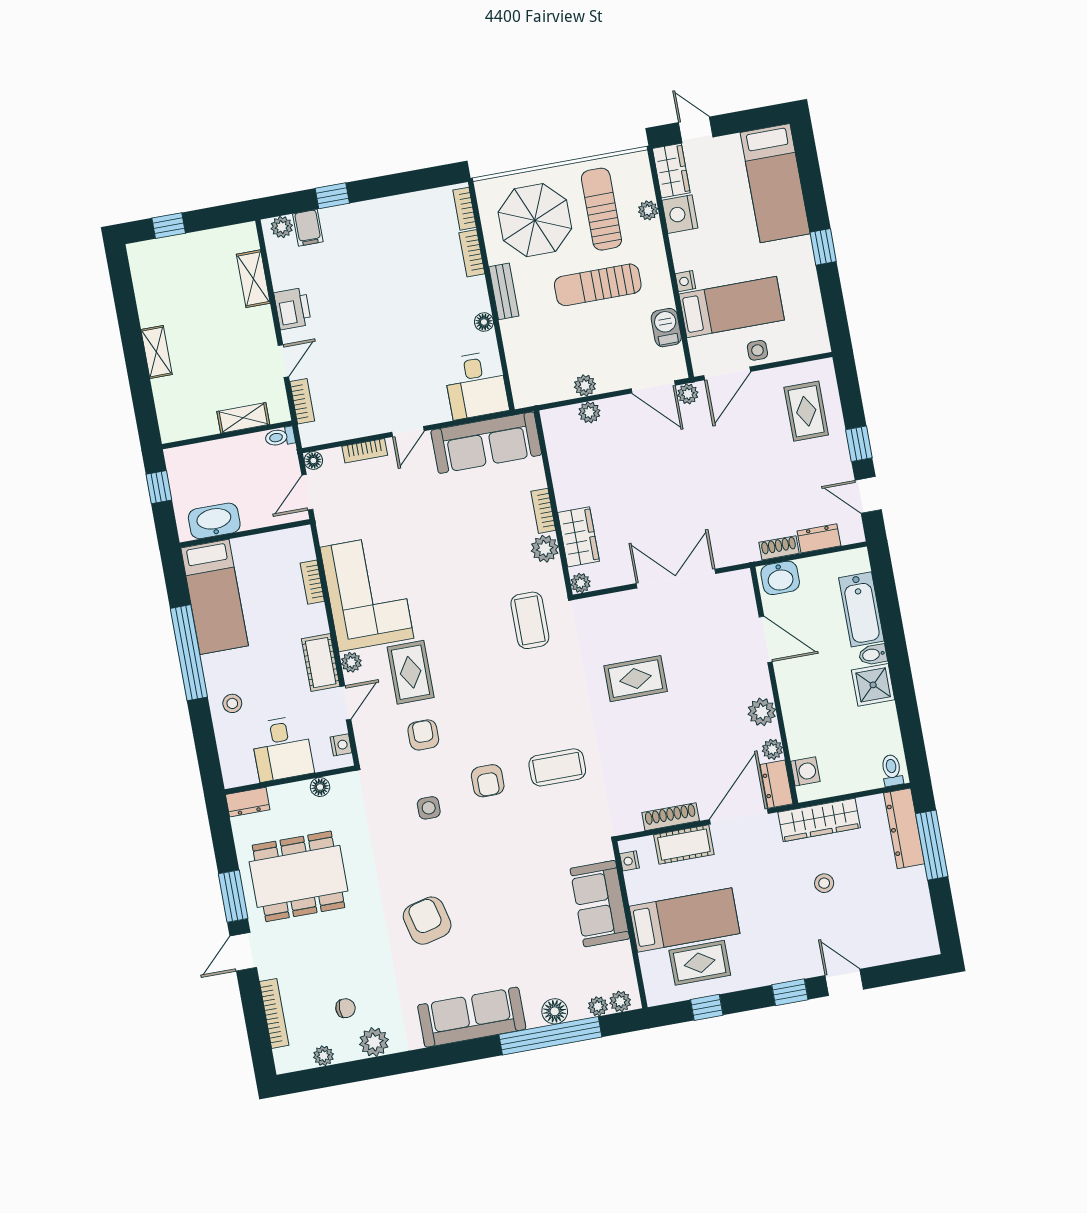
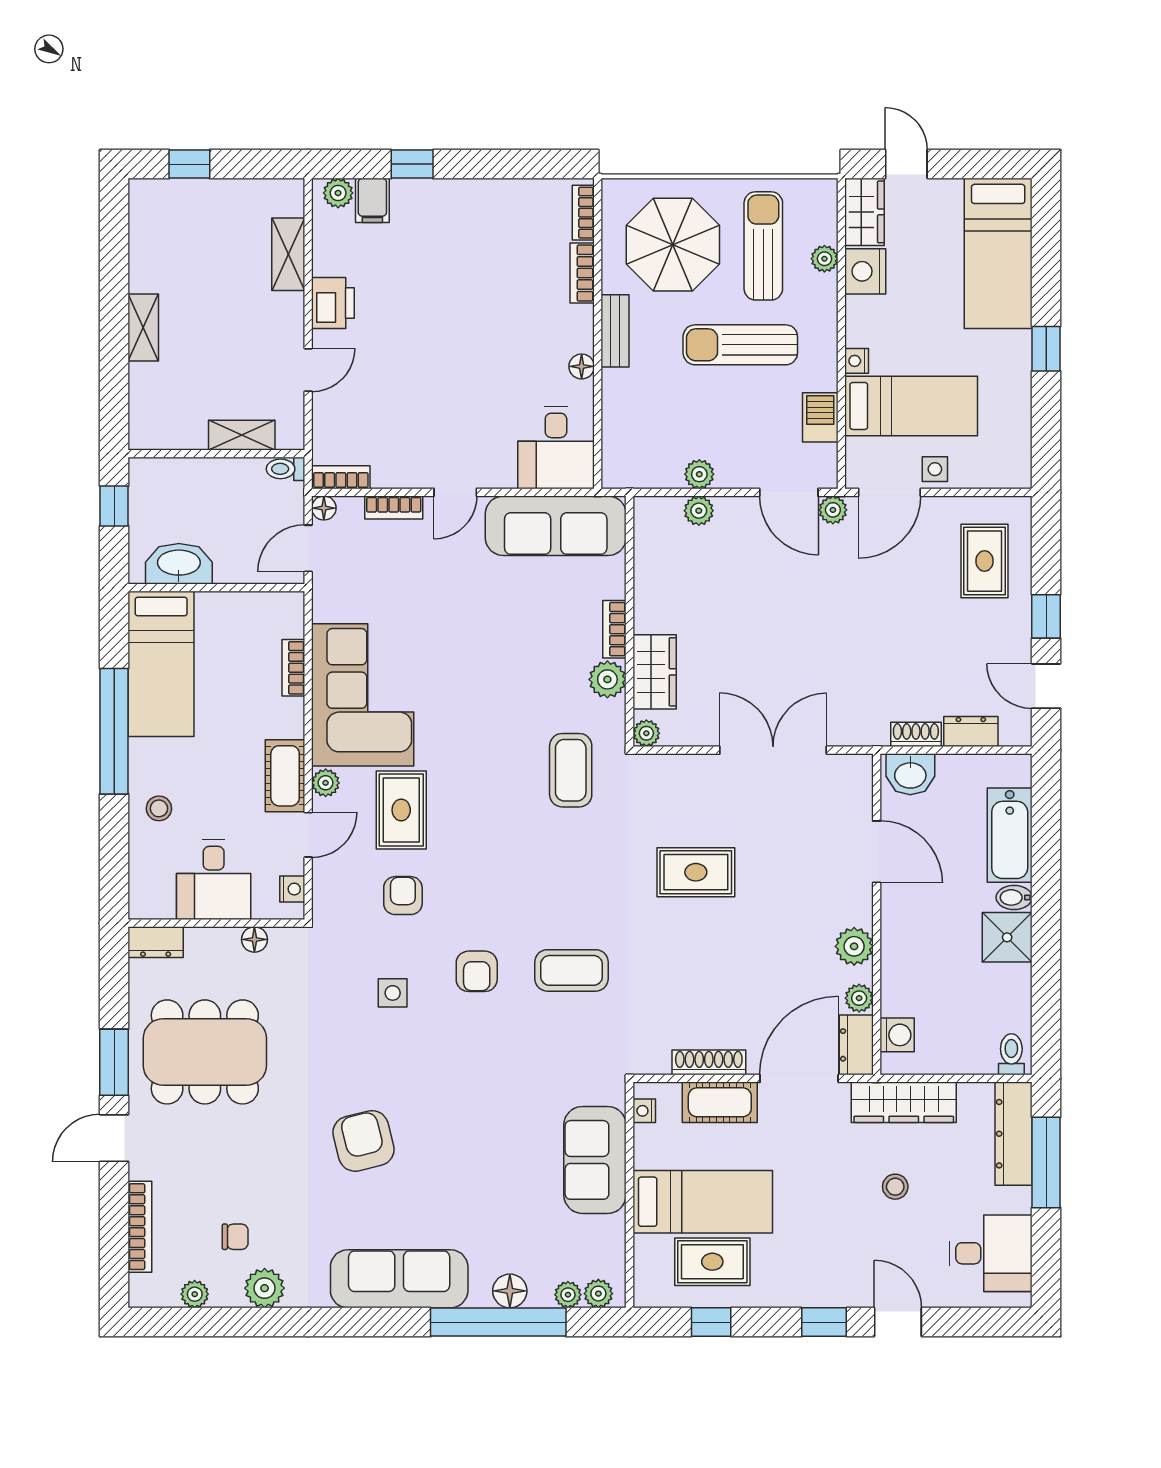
bookcase: (302, 401) -> (341, 477), moved, turned -90
desk: (903, 919) -> (991, 1253), added

